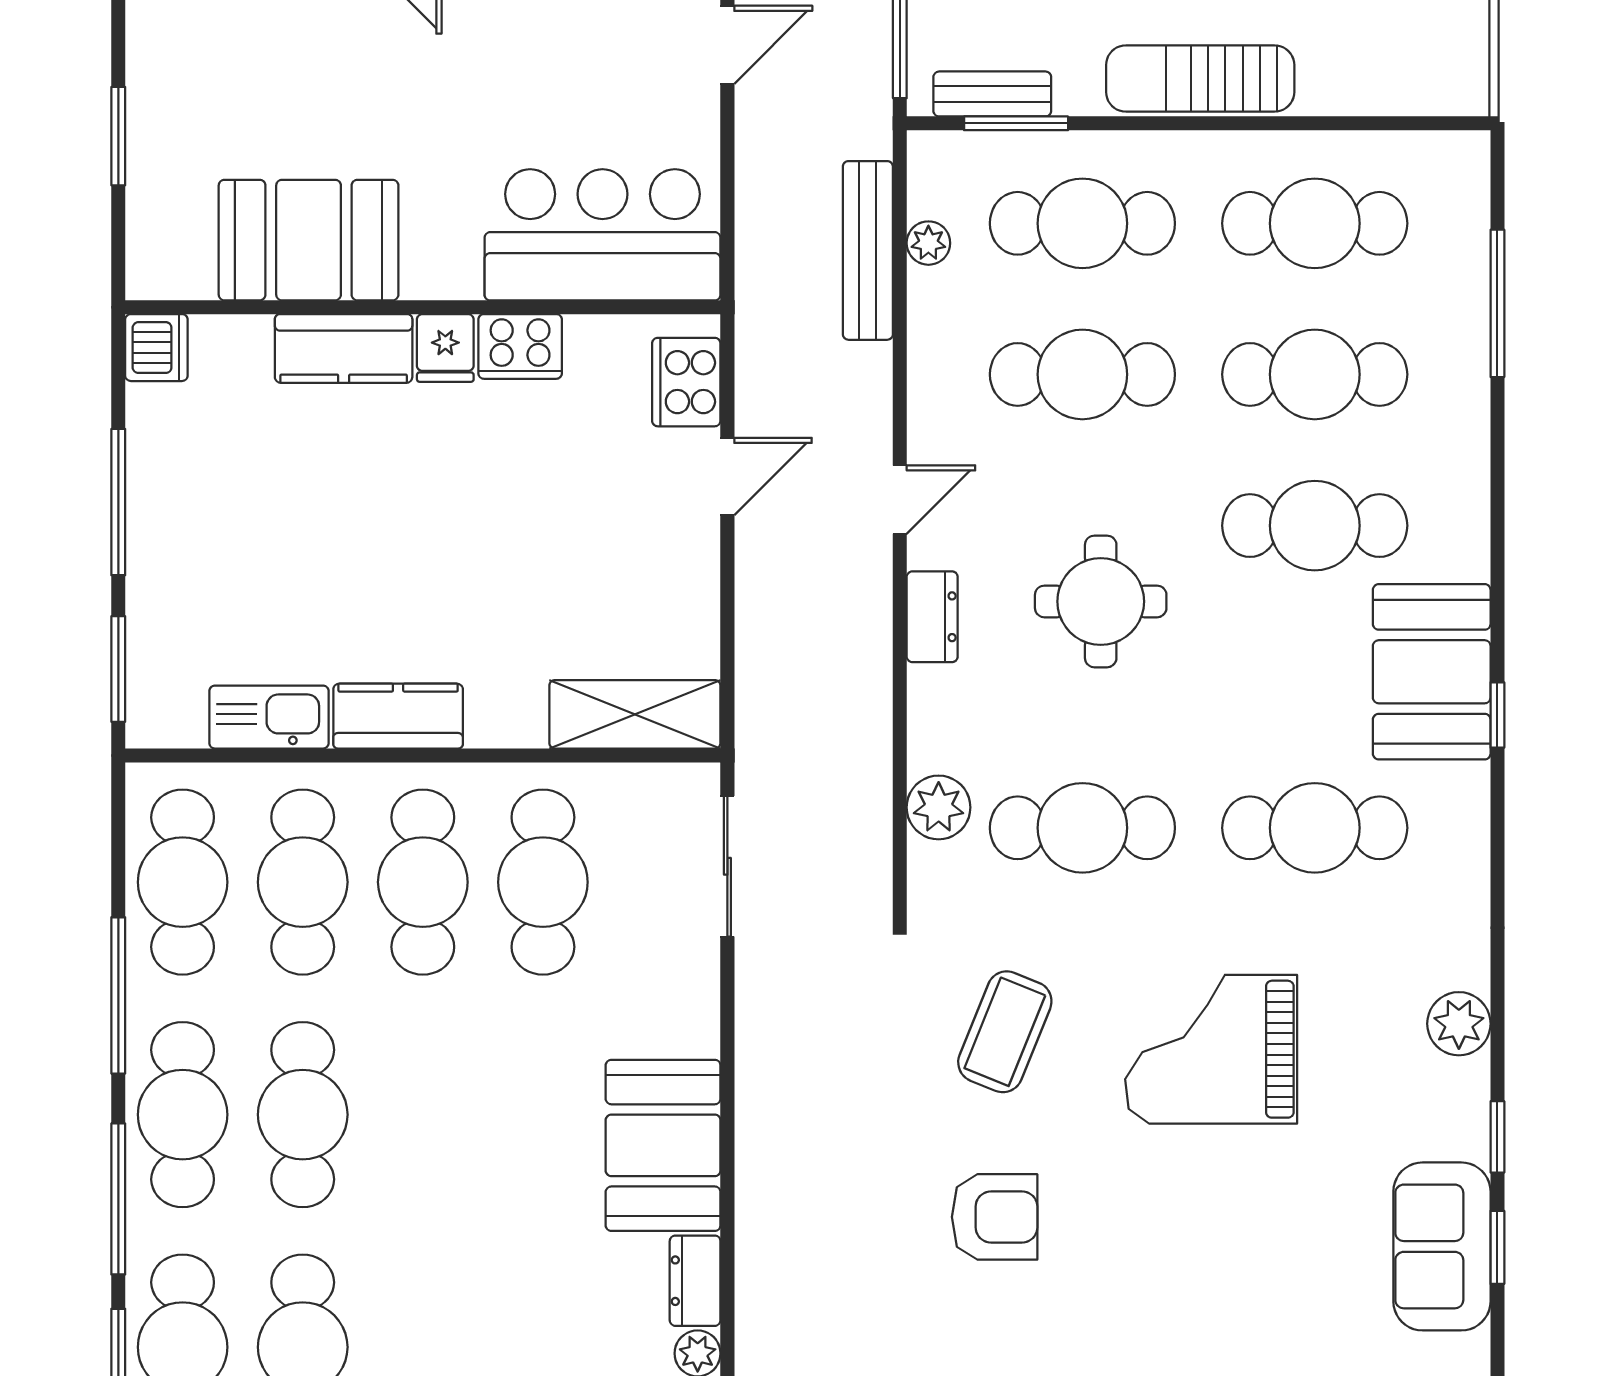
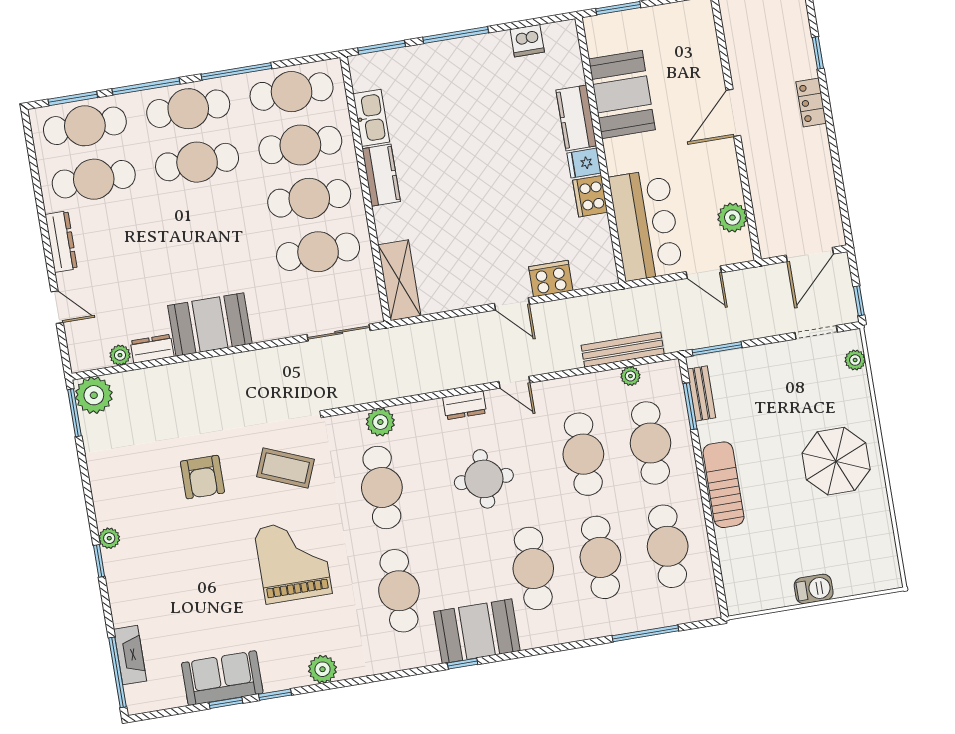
bar counter: (602, 235) -> (646, 225), moved
booth: (309, 240) -> (622, 94), moved
wall: (423, 307) -> (600, 150), moved
cooker: (520, 346) -> (590, 196), moved
kitchen counter: (344, 348) -> (576, 118), moved
fridge: (445, 348) -> (584, 163), moved

